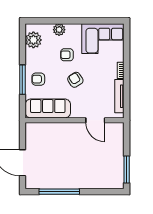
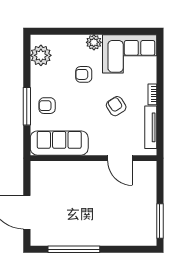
plant: (59, 30) -> (94, 42), moved
armchair: (75, 80) -> (116, 106), moved

